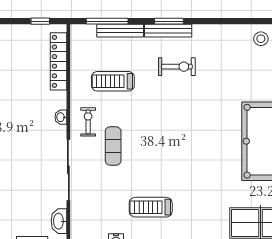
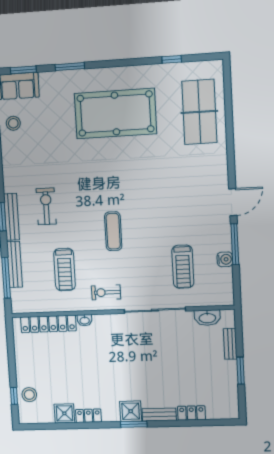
window: (40, 21) -> (10, 343), removed
washbasin: (61, 117) -> (85, 320), moved
exercise mat: (113, 146) -> (113, 231), moved, turned 90
treadmill: (151, 207) -> (183, 267), moved

